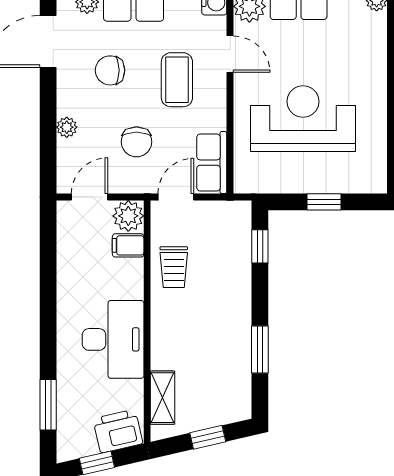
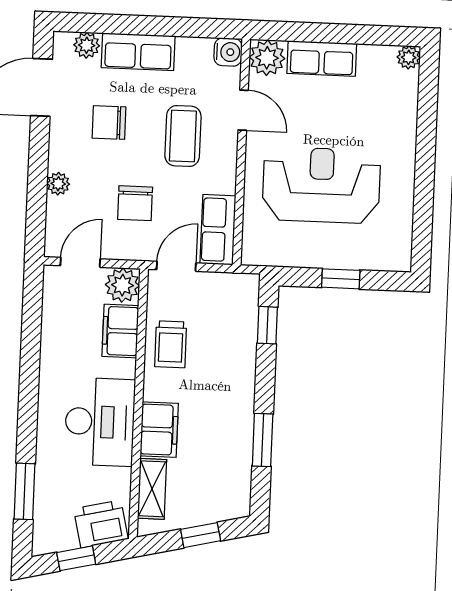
filing cabinet: (128, 245) -> (120, 331), width x2.00
filing cabinet: (167, 344) -> (159, 430), added

